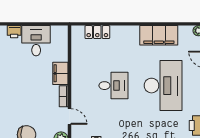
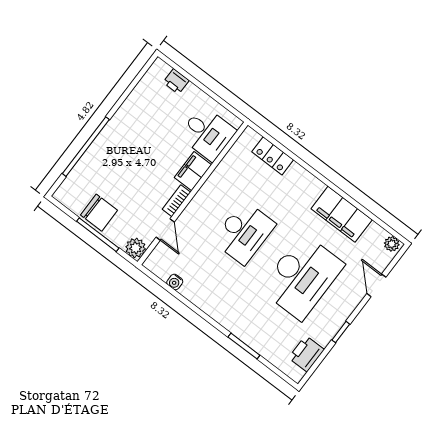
desk: (36, 41) -> (207, 133), moved, turned 90
desk: (113, 86) -> (244, 232), width x1.37

